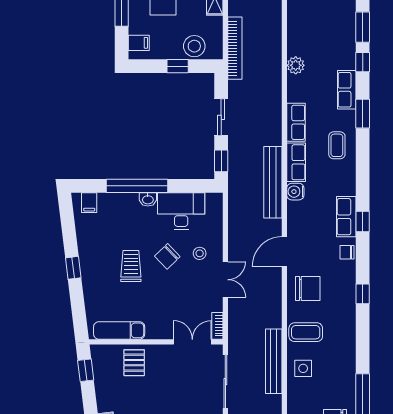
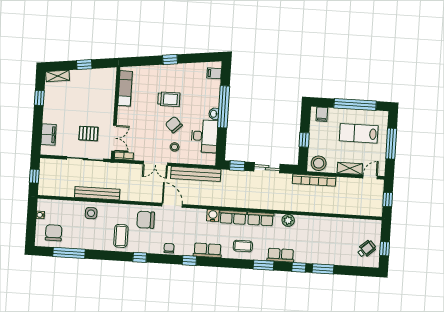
stool: (194, 46) -> (319, 163), moved
plant: (296, 65) -> (288, 220), moved
bench: (273, 182) -> (196, 174), moved
row of seats: (346, 217) -> (207, 250), moved
chair: (308, 289) -> (146, 220), turned 90
coffee table: (306, 332) -> (121, 236), moved
pallet: (134, 363) -> (88, 134), moved
window: (86, 370) -> (84, 65), moved

